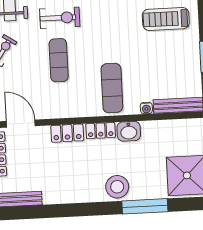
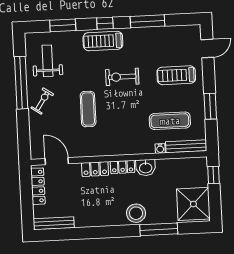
exercise bike: (60, 18) -> (122, 77), moved, turned 180
exercise mat: (112, 88) -> (170, 121), moved, turned 90

